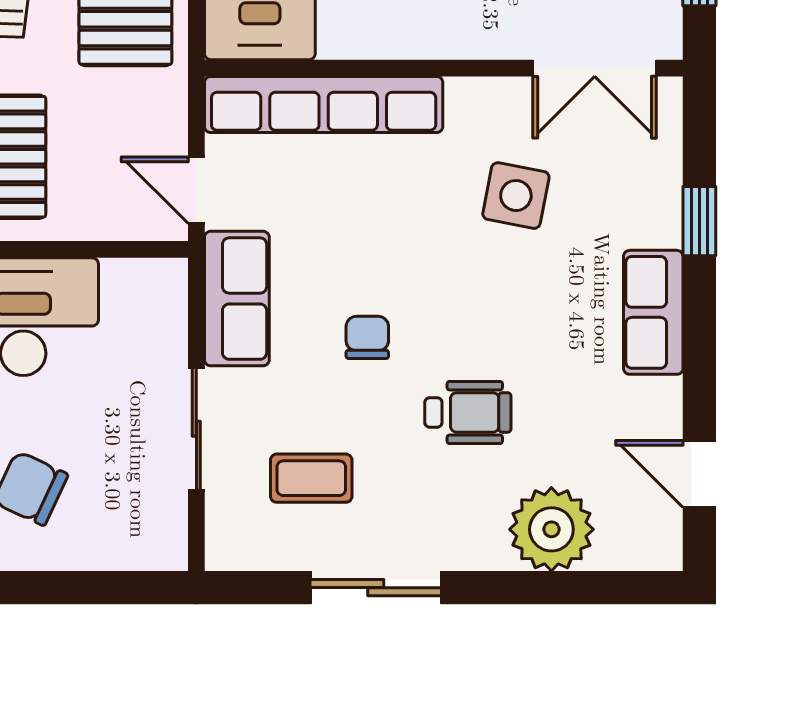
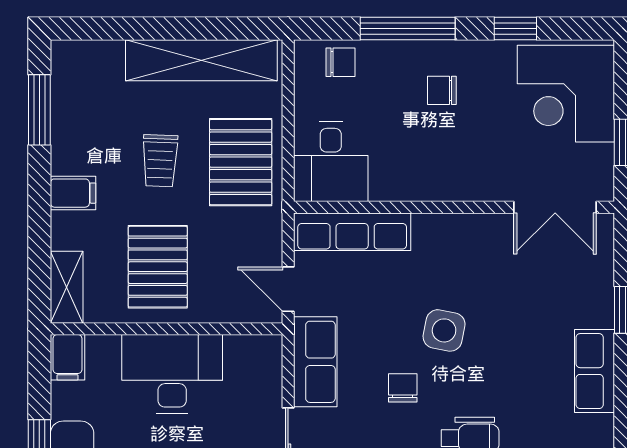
row of seats: (324, 104) -> (352, 232), width x0.73
side table: (516, 196) -> (444, 330), moved

